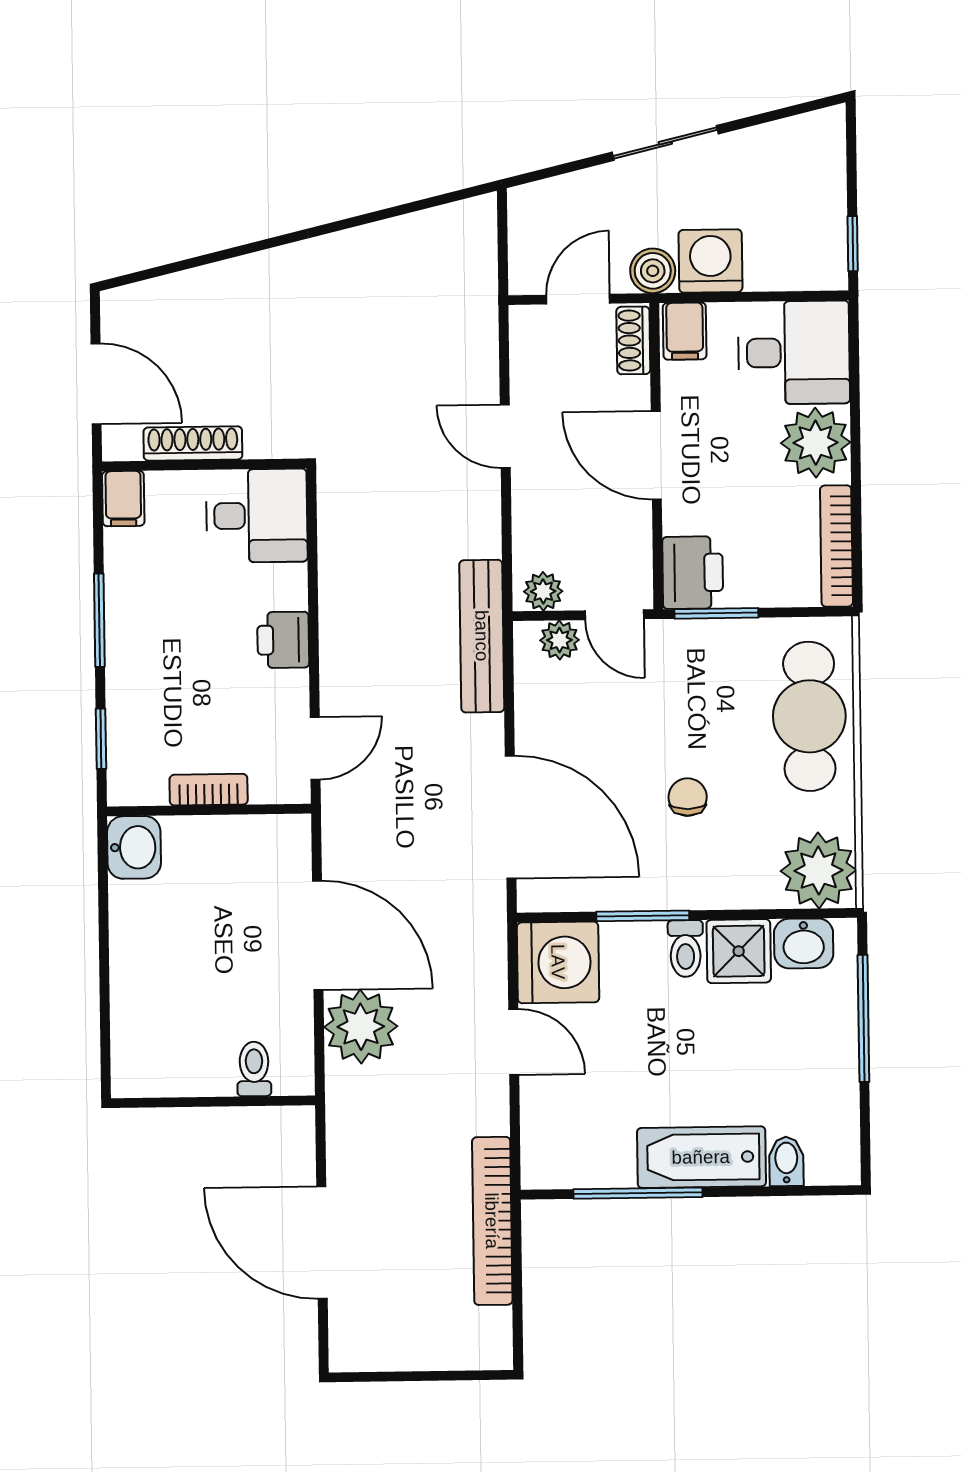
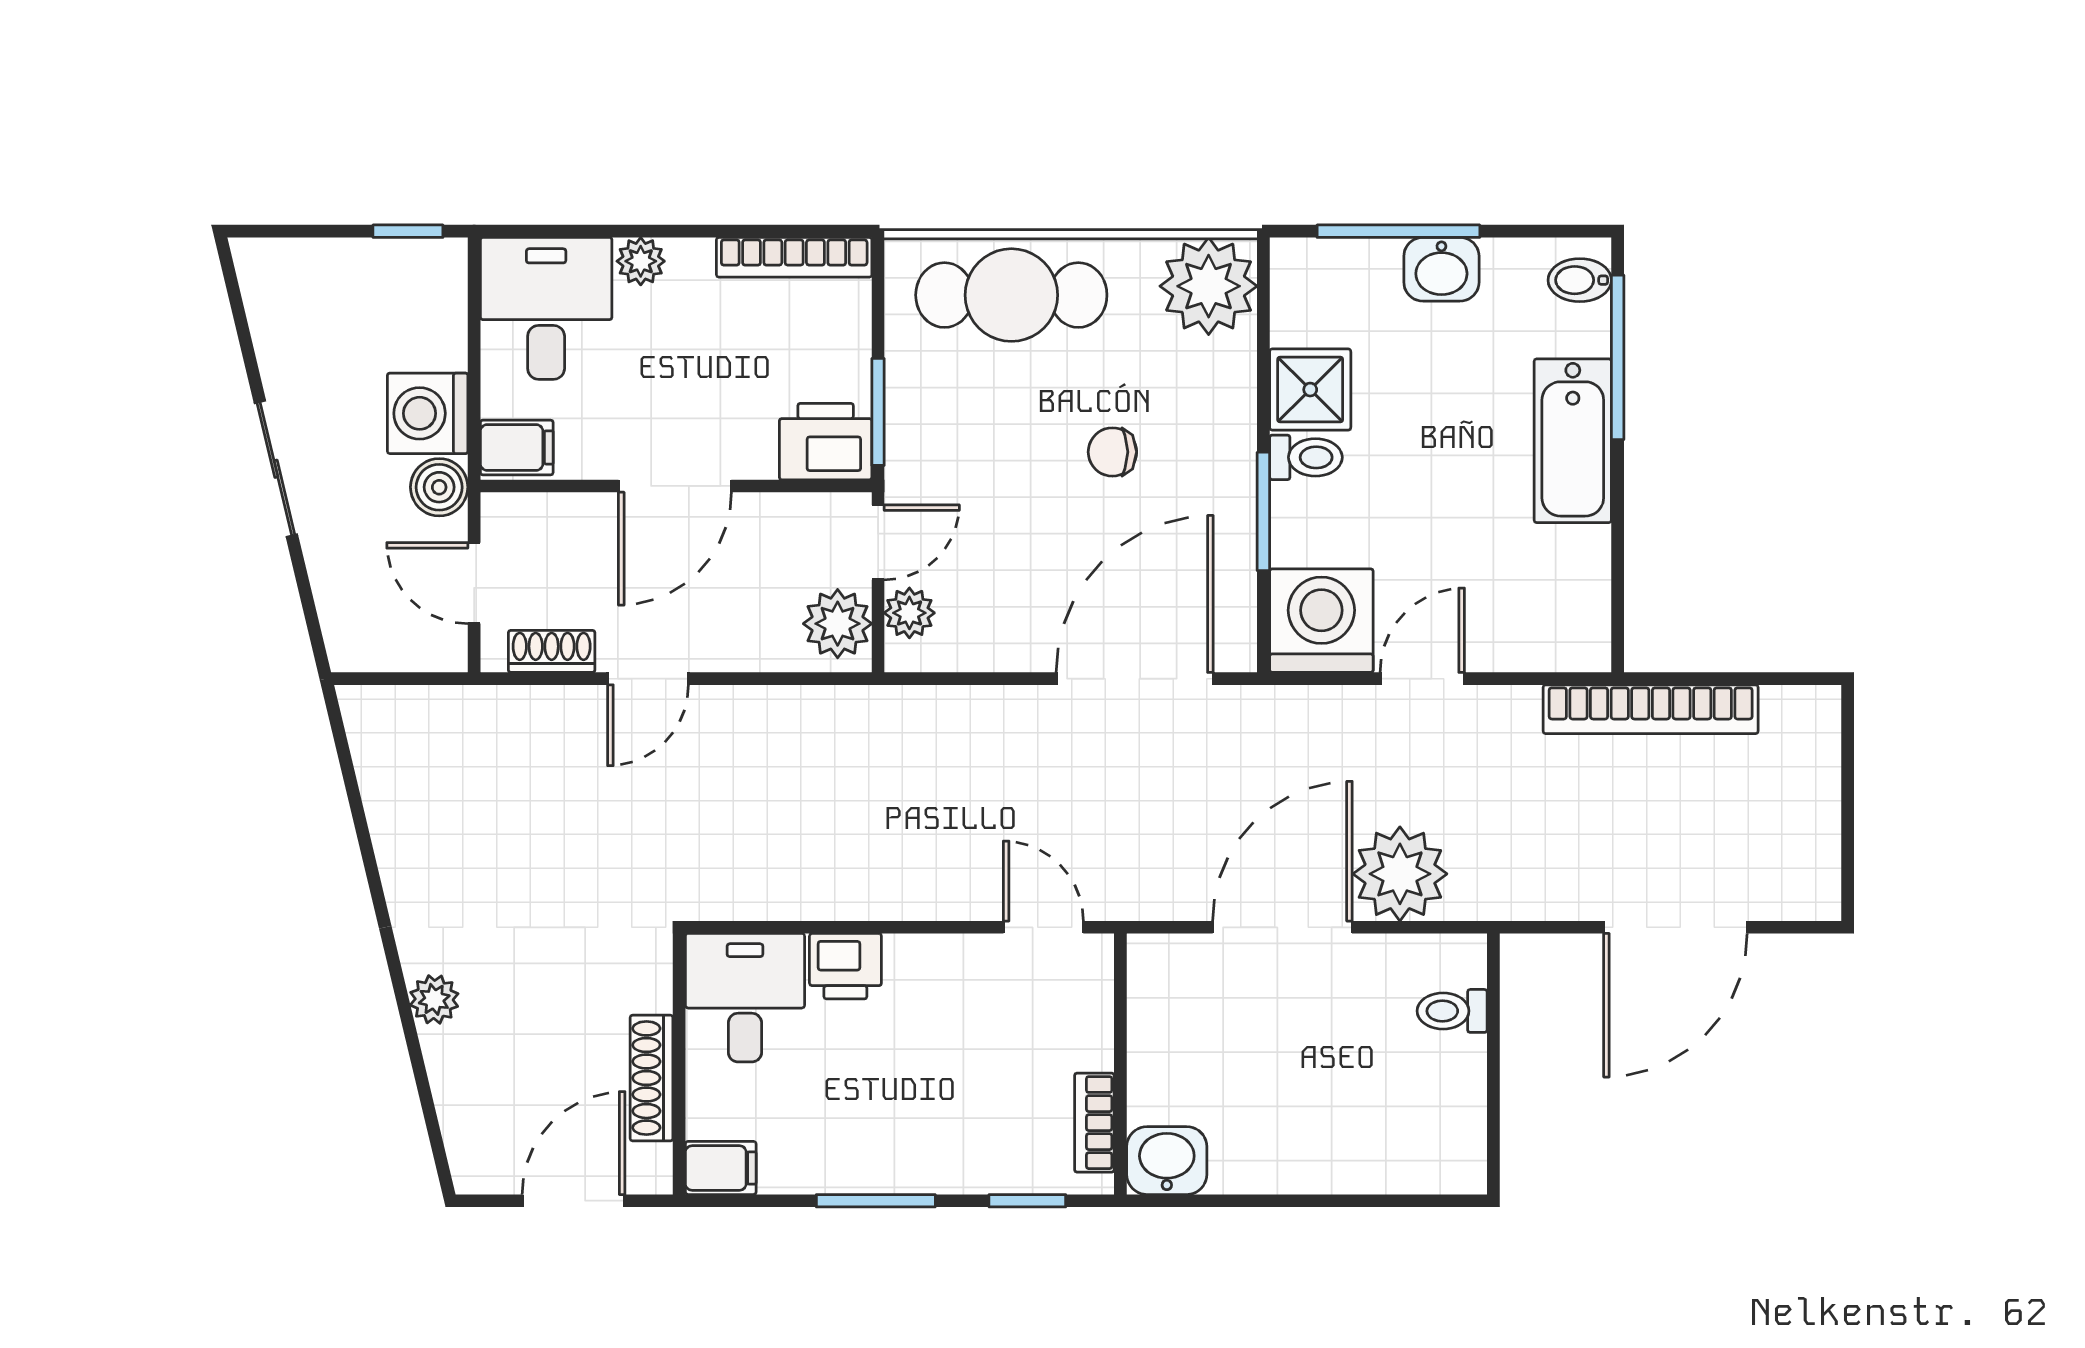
plant: (252, 273) -> (434, 999), added
shoe rack: (633, 340) -> (552, 651), moved, turned 180
plant: (816, 443) -> (641, 261), width x0.53, depth x0.53
plant: (543, 591) -> (838, 624), width x1.38, depth x1.38
bench: (482, 636) -> (903, 712), removed
printer: (283, 640) -> (845, 966), moved
bookcase: (209, 790) -> (1094, 1123), moved
washbasin: (804, 943) -> (1441, 269), moved, turned 90
bidet: (786, 1161) -> (1580, 280), moved
window: (638, 1193) -> (1618, 357), moved

